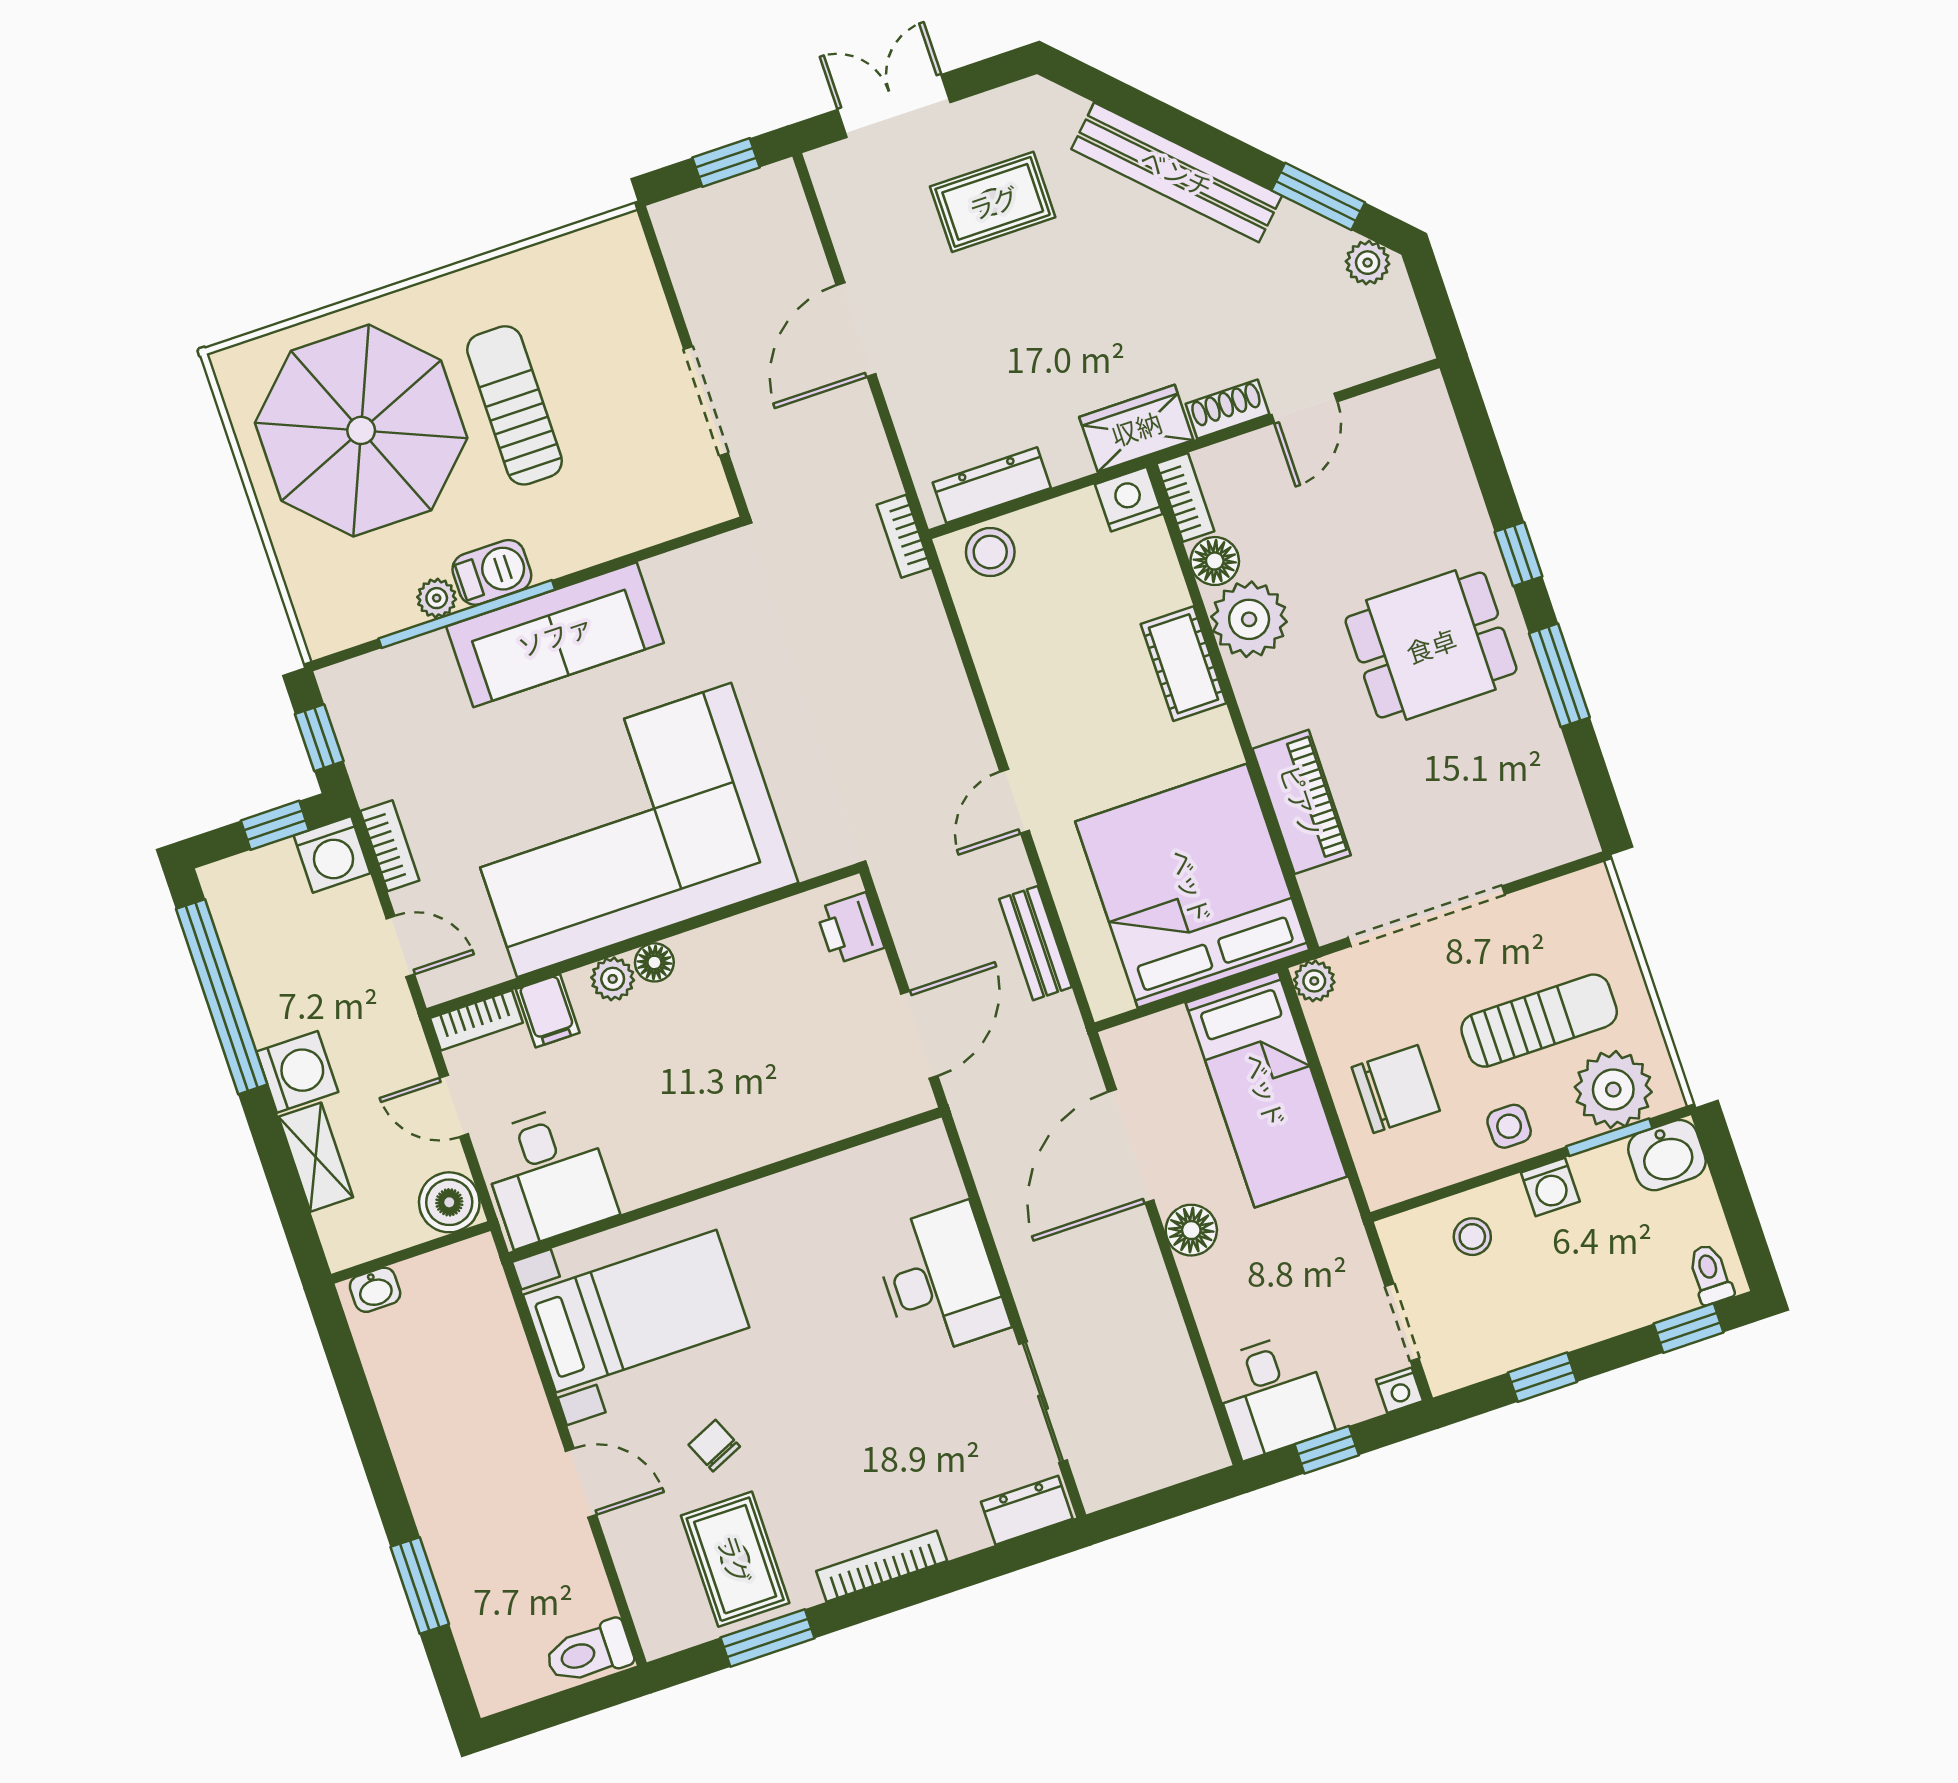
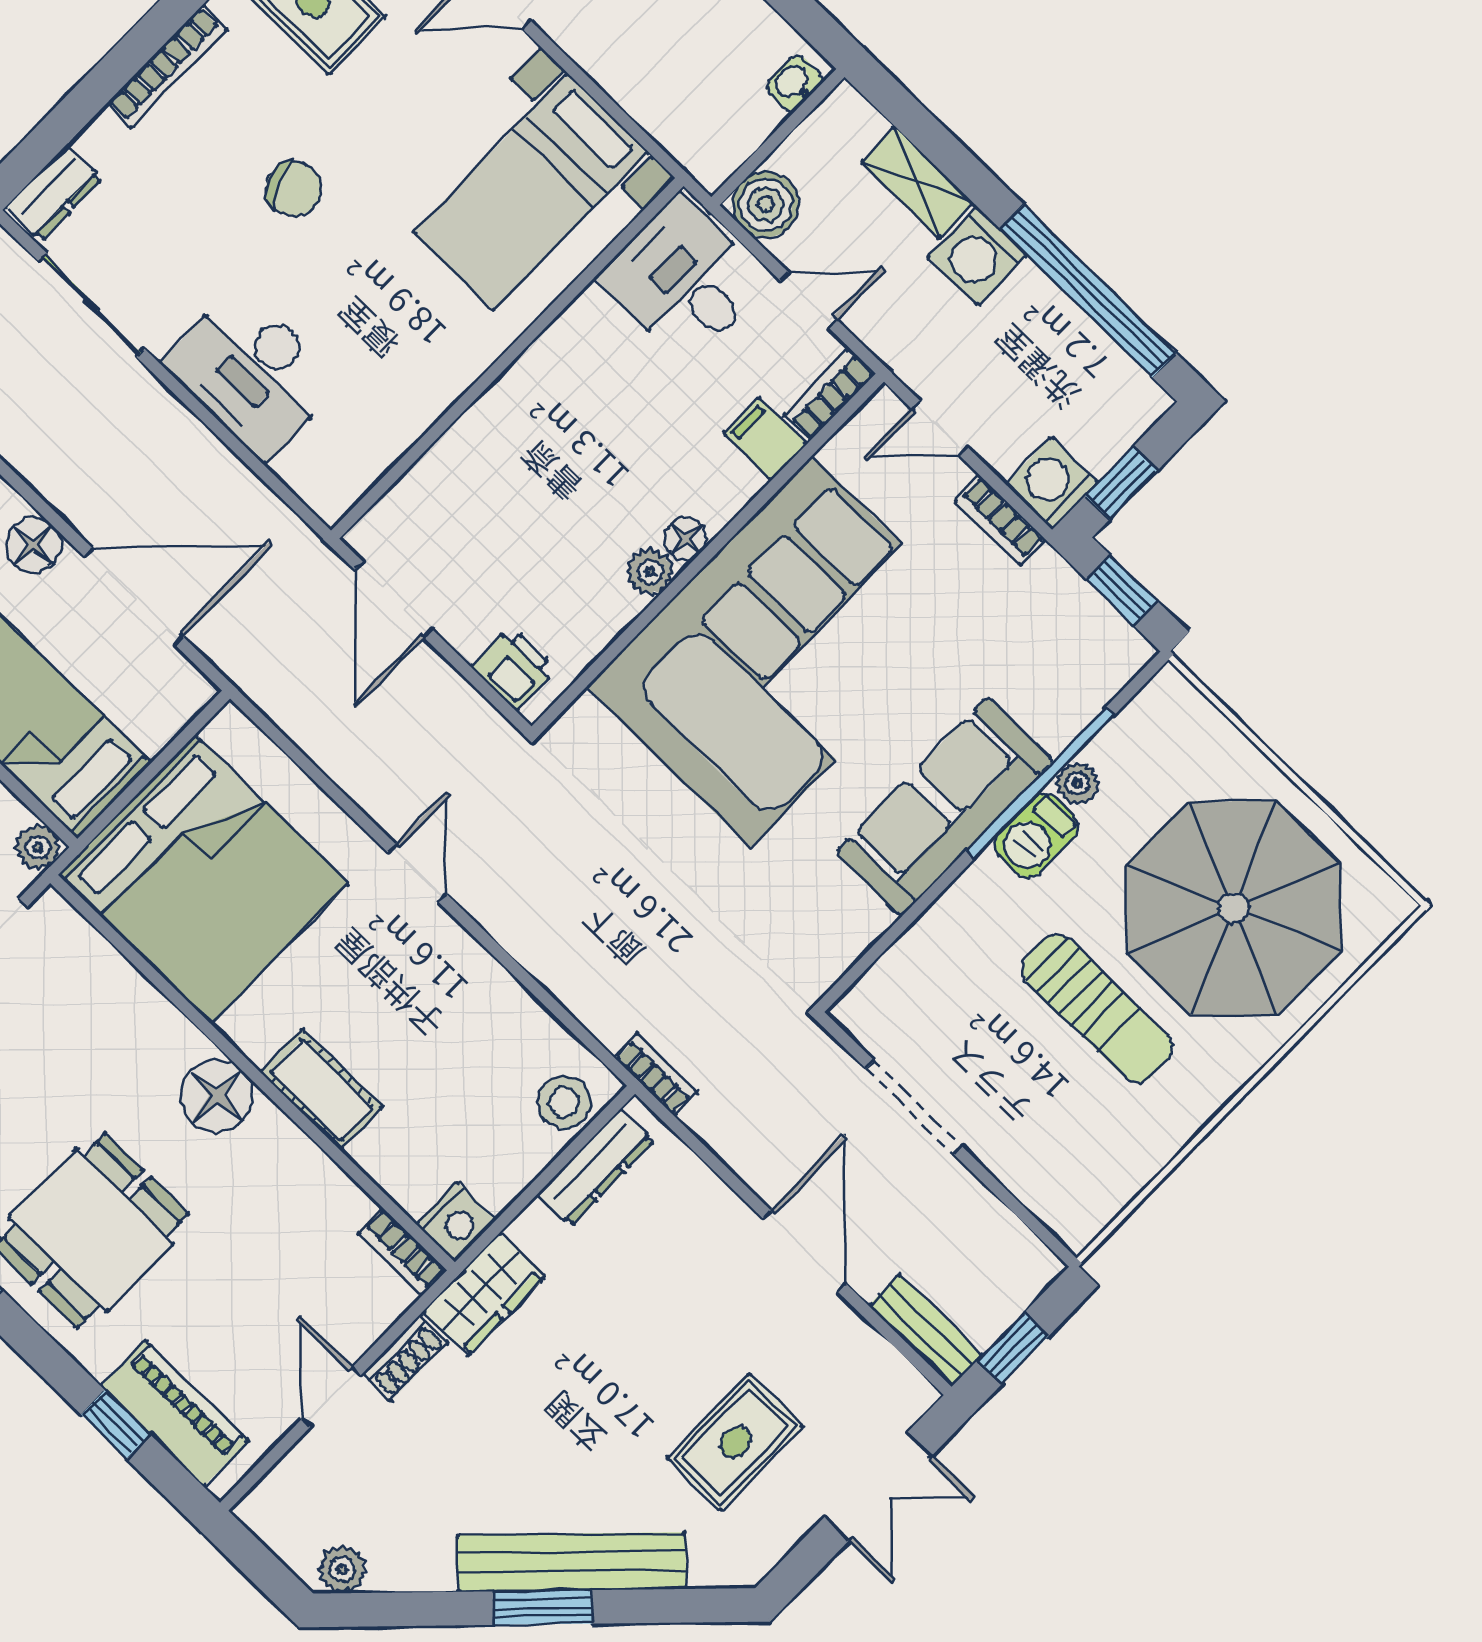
window: (1318, 196) -> (543, 1607), moved
window: (1519, 554) -> (116, 1424), moved
floor lamp: (1215, 561) -> (217, 1096), moved, width x1.38, depth x1.38
plant: (1249, 619) -> (280, 1165), removed
piano: (1302, 802) -> (174, 1413), moved, turned 180
bench: (1035, 943) -> (926, 1330), moved
plant: (613, 979) -> (650, 572), moved
door: (1131, 1146) -> (134, 597), hinge flipped
chair: (714, 1446) -> (294, 189), moved, width x1.37, depth x1.37

